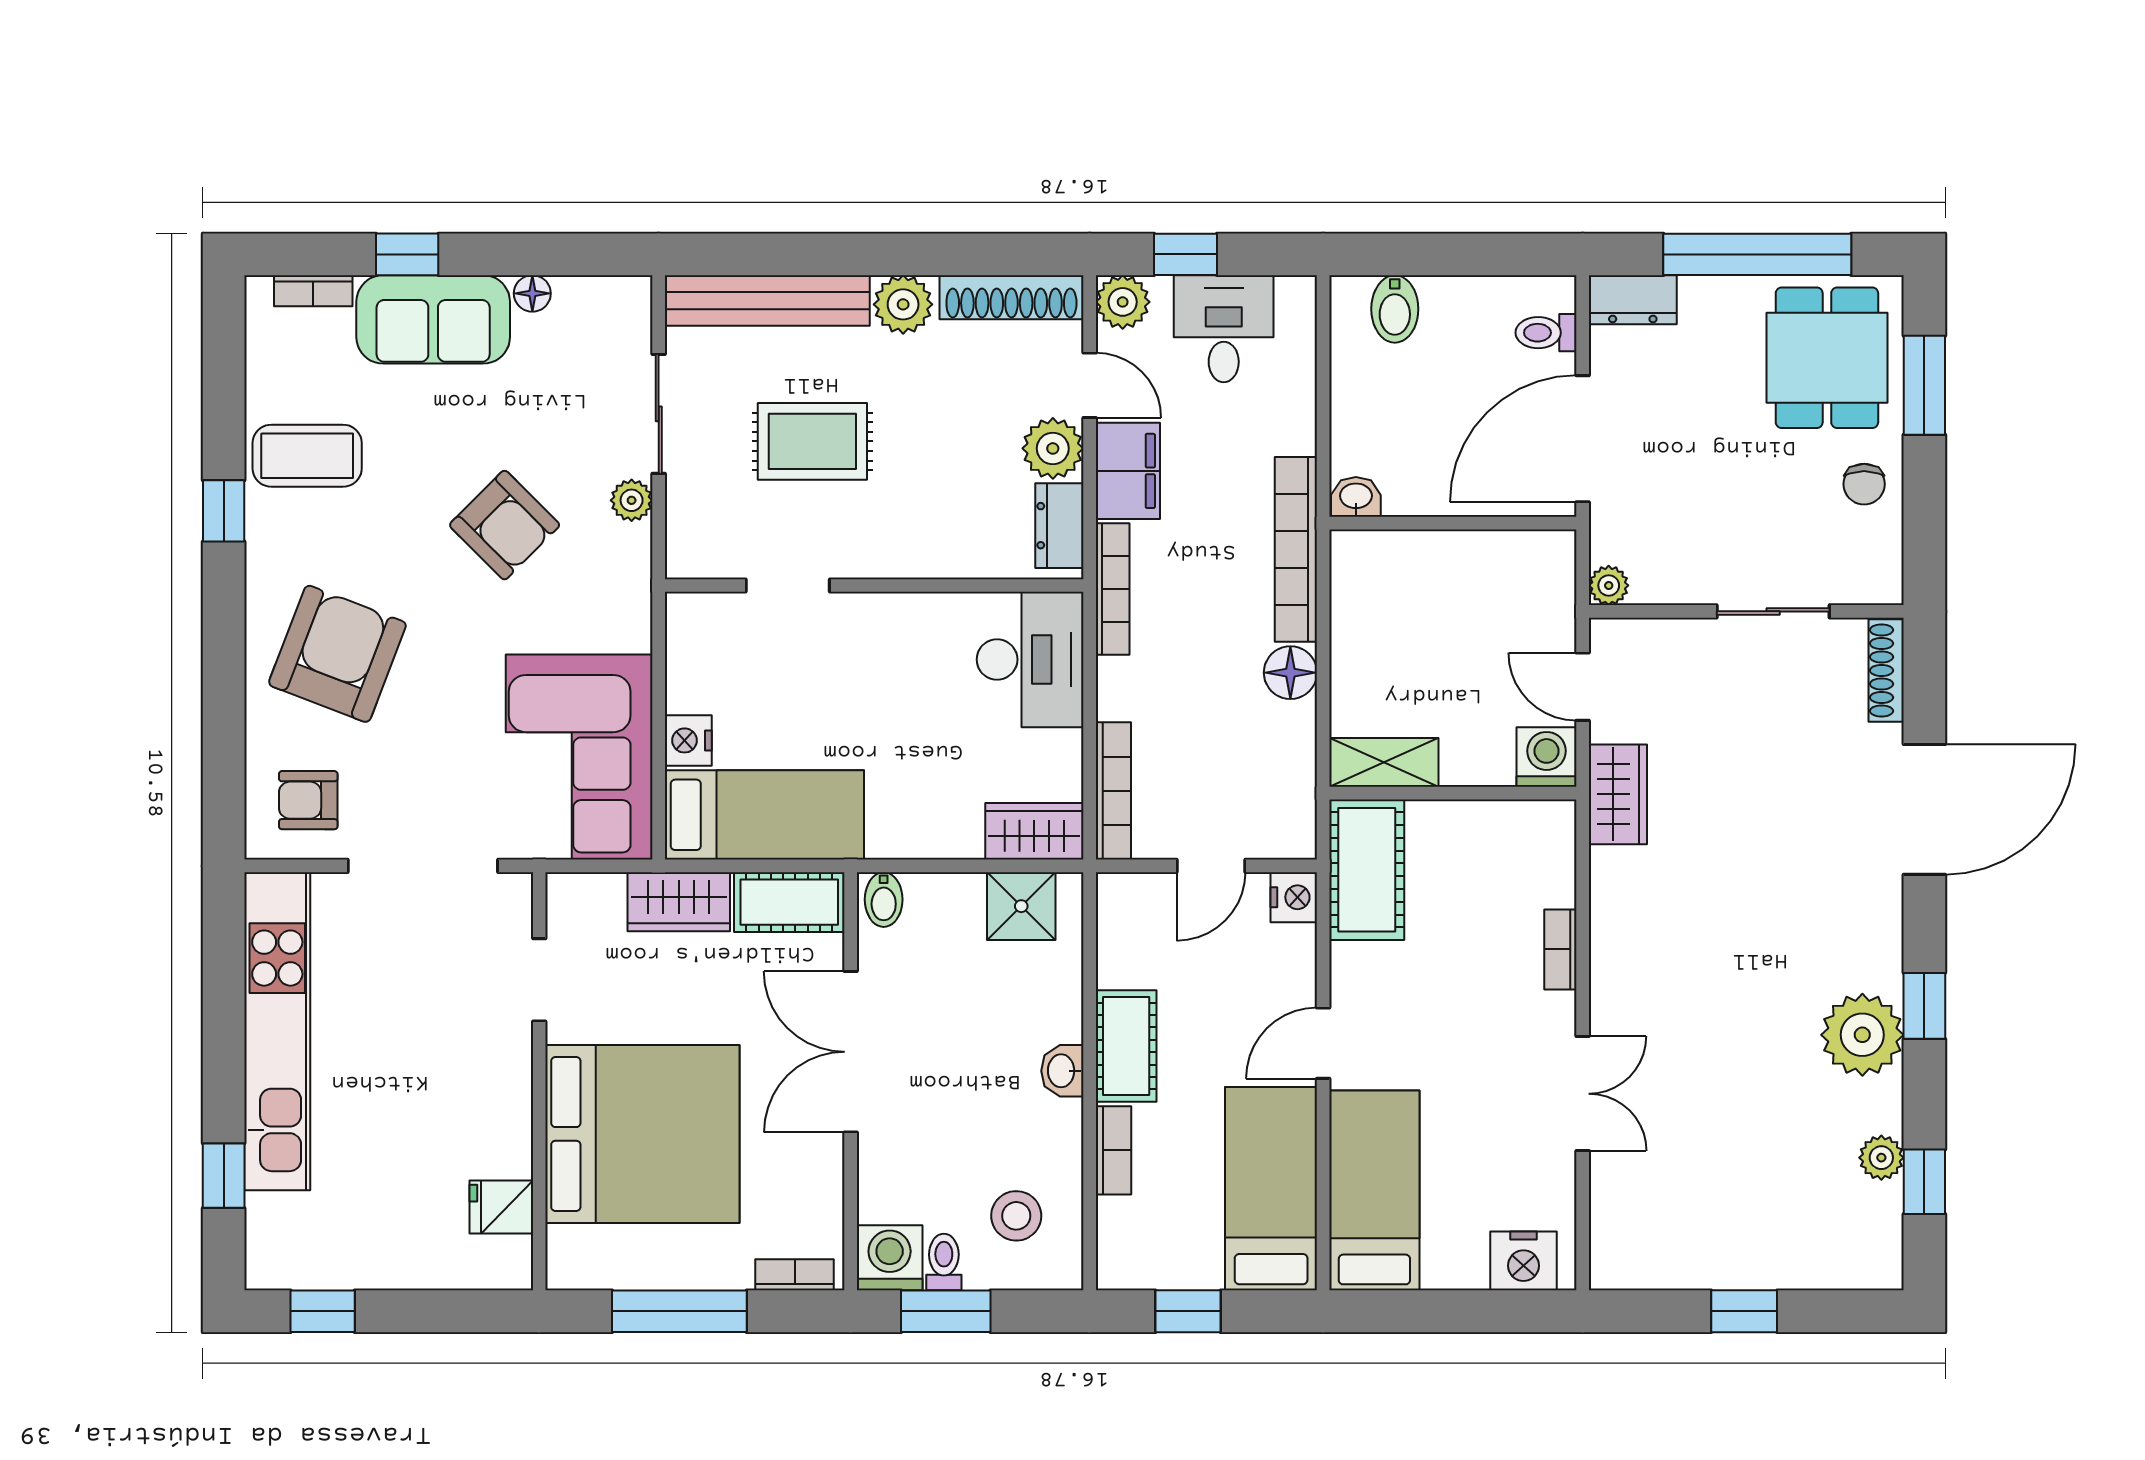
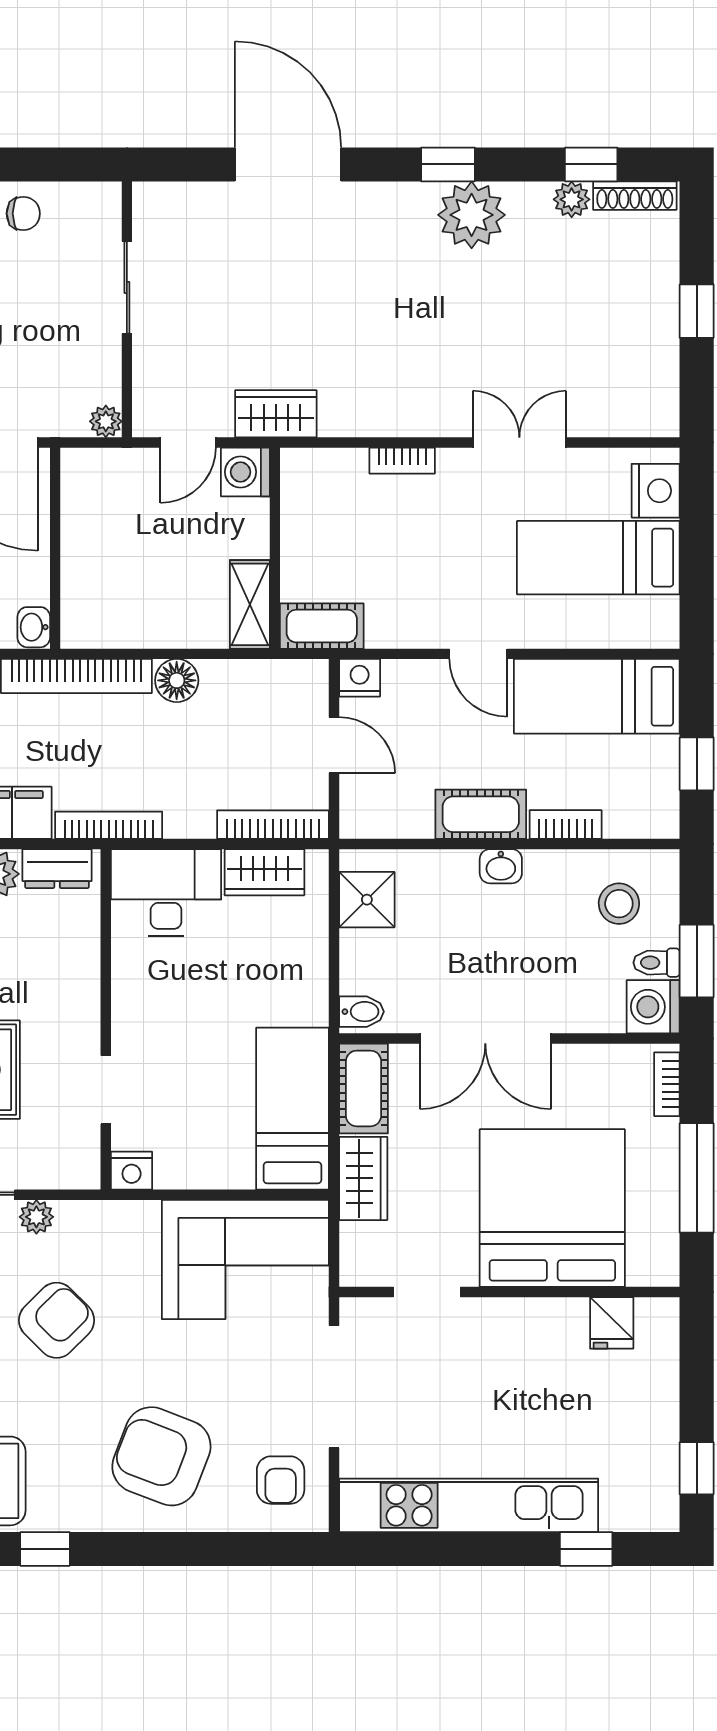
shoe rack: (1886, 670) -> (635, 196), moved
nightstand: (688, 740) -> (132, 1171), moved
wardrobe: (1034, 831) -> (264, 872), moved, turned -90
cot: (1367, 870) -> (322, 626), width x0.73, depth x0.75
bed: (1374, 1190) -> (598, 558), moved

